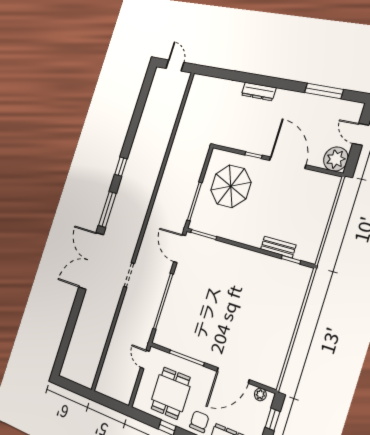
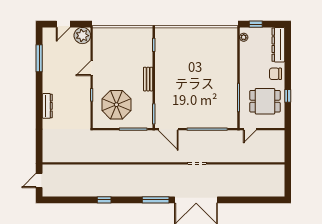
door: (288, 163) -> (92, 68), width x0.53
window: (121, 167) -> (104, 200), moved
bench: (278, 247) -> (148, 79), moved
door: (180, 249) -> (168, 129), hinge flipped
door: (233, 375) -> (238, 60), removed

